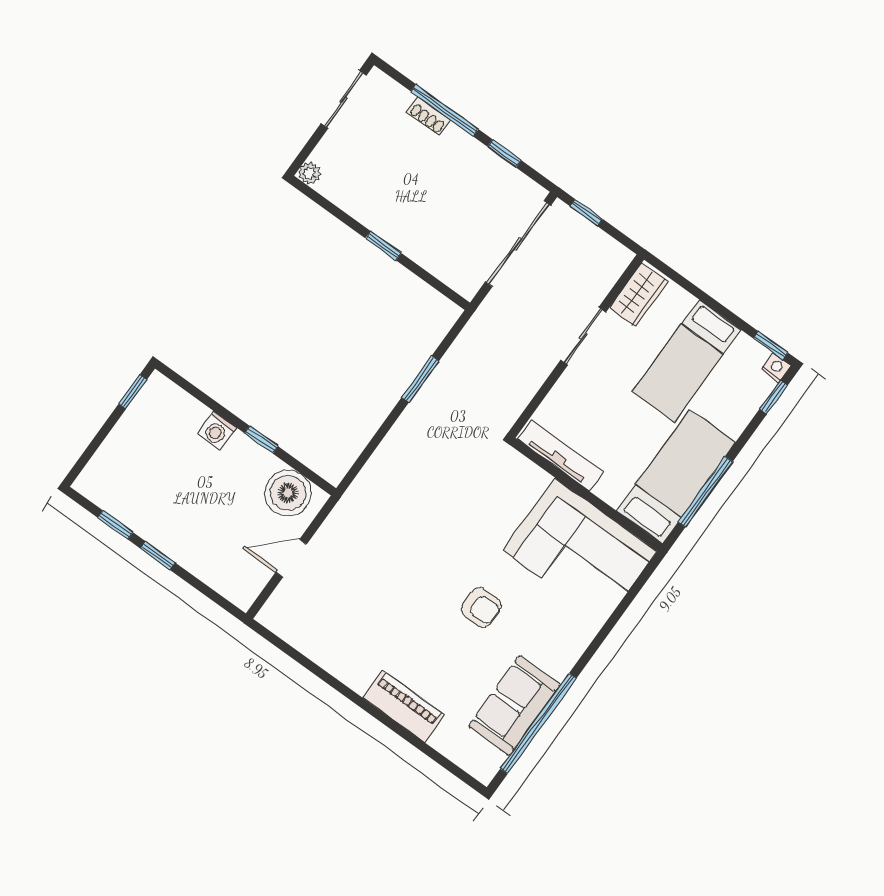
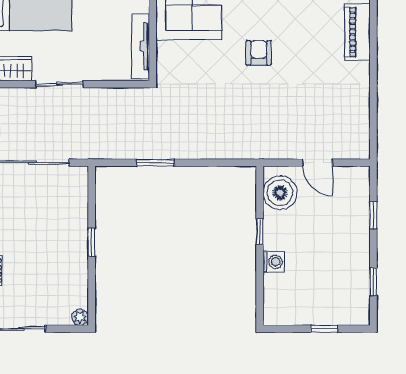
window: (133, 392) -> (324, 329), moved
window: (158, 556) -> (373, 215), moved
armchair: (481, 607) -> (259, 53), moved

